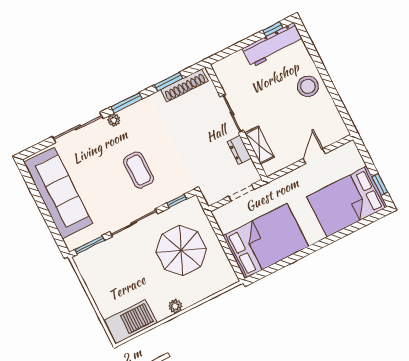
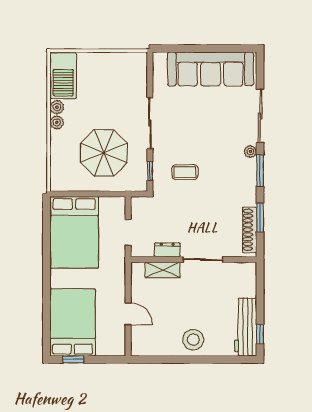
coffee table: (139, 170) -> (185, 172), moved, width x0.73, depth x0.77
window: (90, 245) -> (150, 74), removed
plant: (162, 313) -> (57, 107), added

